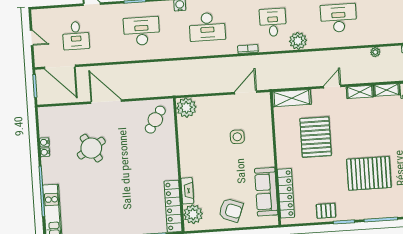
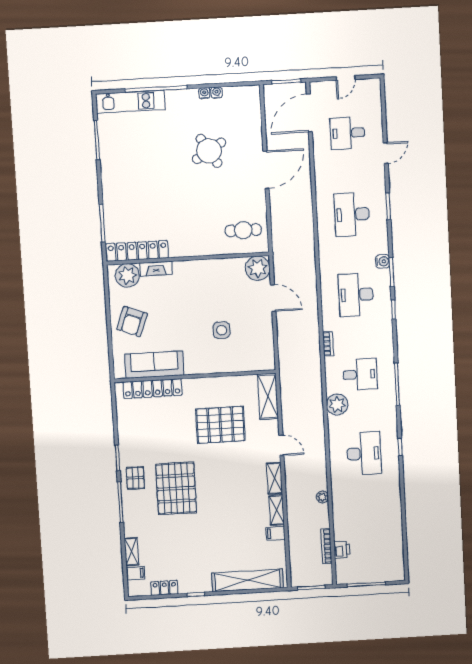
desk: (142, 31) -> (352, 214), turned 180
door: (246, 92) -> (273, 298), moved
cafe table: (155, 120) -> (243, 230), turned -33
pallet: (326, 211) -> (135, 478), moved

